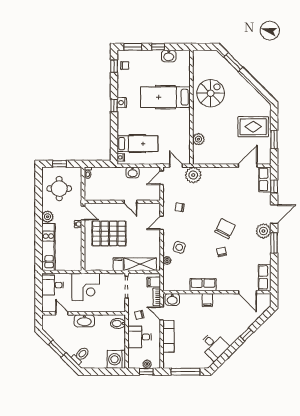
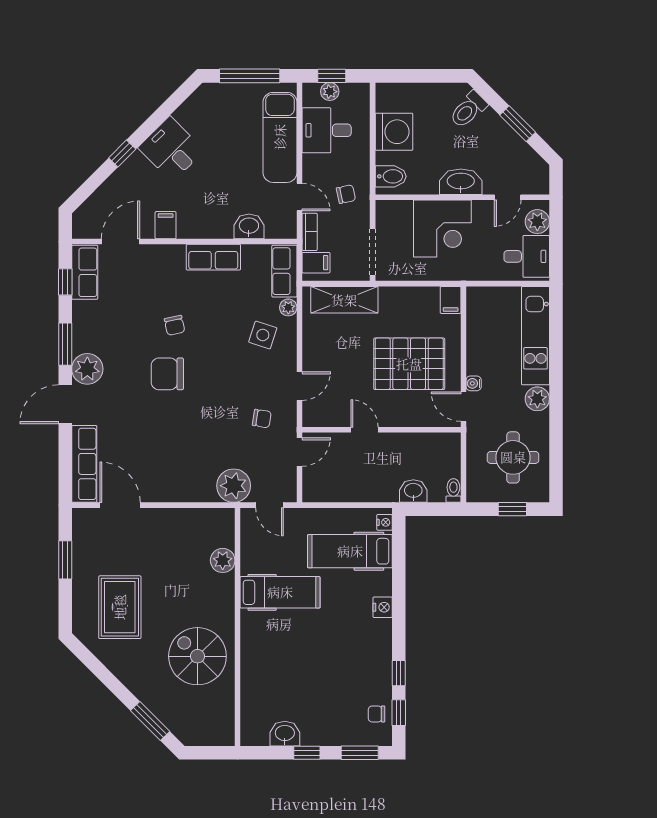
spiral stairs: (211, 93) -> (197, 656), turned 90
hospital bed: (165, 97) -> (280, 592), moved, width x0.73, depth x0.78
nightstand: (122, 103) -> (383, 607), moved
window: (114, 105) -> (399, 673), moved
rug: (253, 127) -> (120, 607), moved, turned 90
door: (248, 166) -> (120, 505), swing flipped
washbasin: (133, 172) -> (413, 491), moved
door: (162, 178) -> (300, 452), moved
row of seats: (265, 179) -> (84, 464), width x1.48
window: (274, 186) -> (65, 282), moved
chair: (225, 229) -> (167, 374), turned 63
filing cabinet: (118, 264) -> (451, 300), moved
row of seats: (169, 278) -> (284, 271), added
corner desk: (86, 287) -> (442, 229), moved, turned 180
door: (248, 292) -> (120, 242), hinge flipped
washbasin: (172, 299) -> (249, 226), moved
filing cabinet: (207, 300) -> (166, 225), moved
plant: (48, 302) -> (537, 222), added
door: (62, 313) -> (508, 197), hinge flipped
exam couch: (168, 336) -> (280, 137), width x1.36, depth x1.45
desk: (140, 337) -> (327, 130), moved, turned 180
desk: (214, 346) -> (171, 149), moved
washing machine: (116, 359) -> (394, 132), moved

